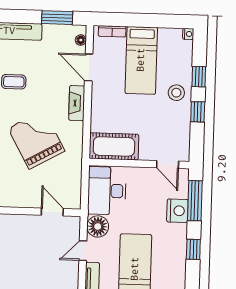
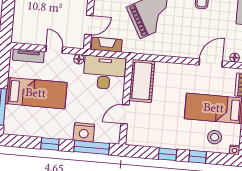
stool: (176, 93) -> (215, 137), moved
fireplace: (77, 103) -> (107, 45), moved
door: (168, 164) -> (125, 114), moved
floor lamp: (98, 226) -> (79, 59), width x0.53, depth x0.53

